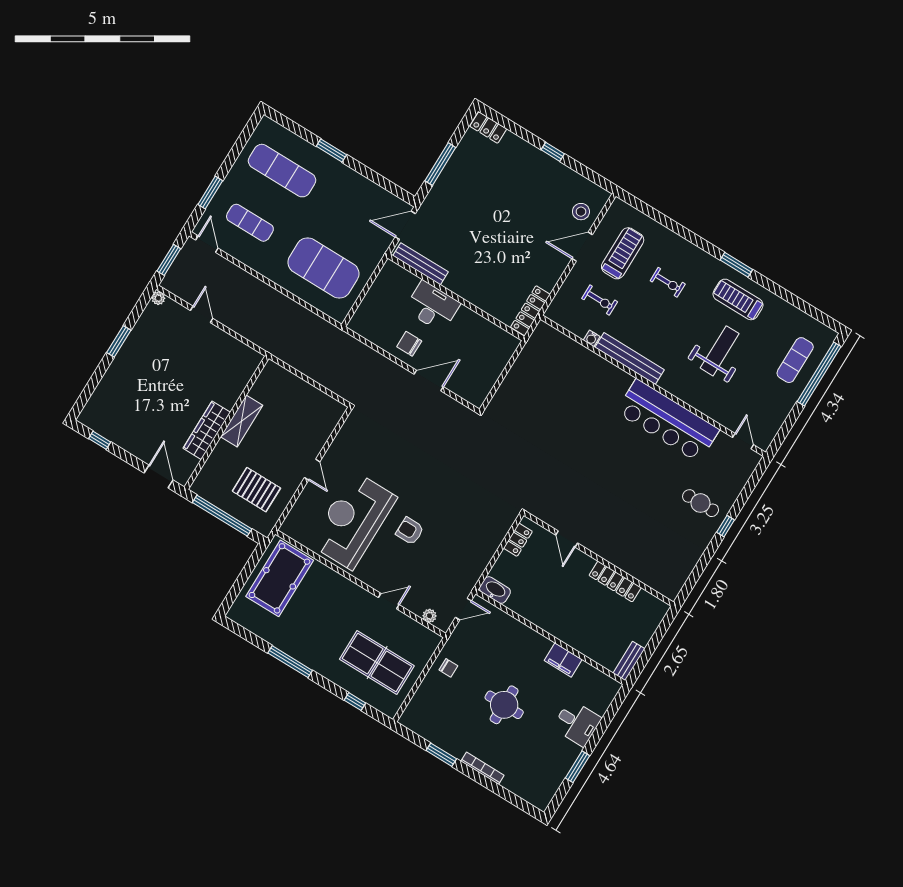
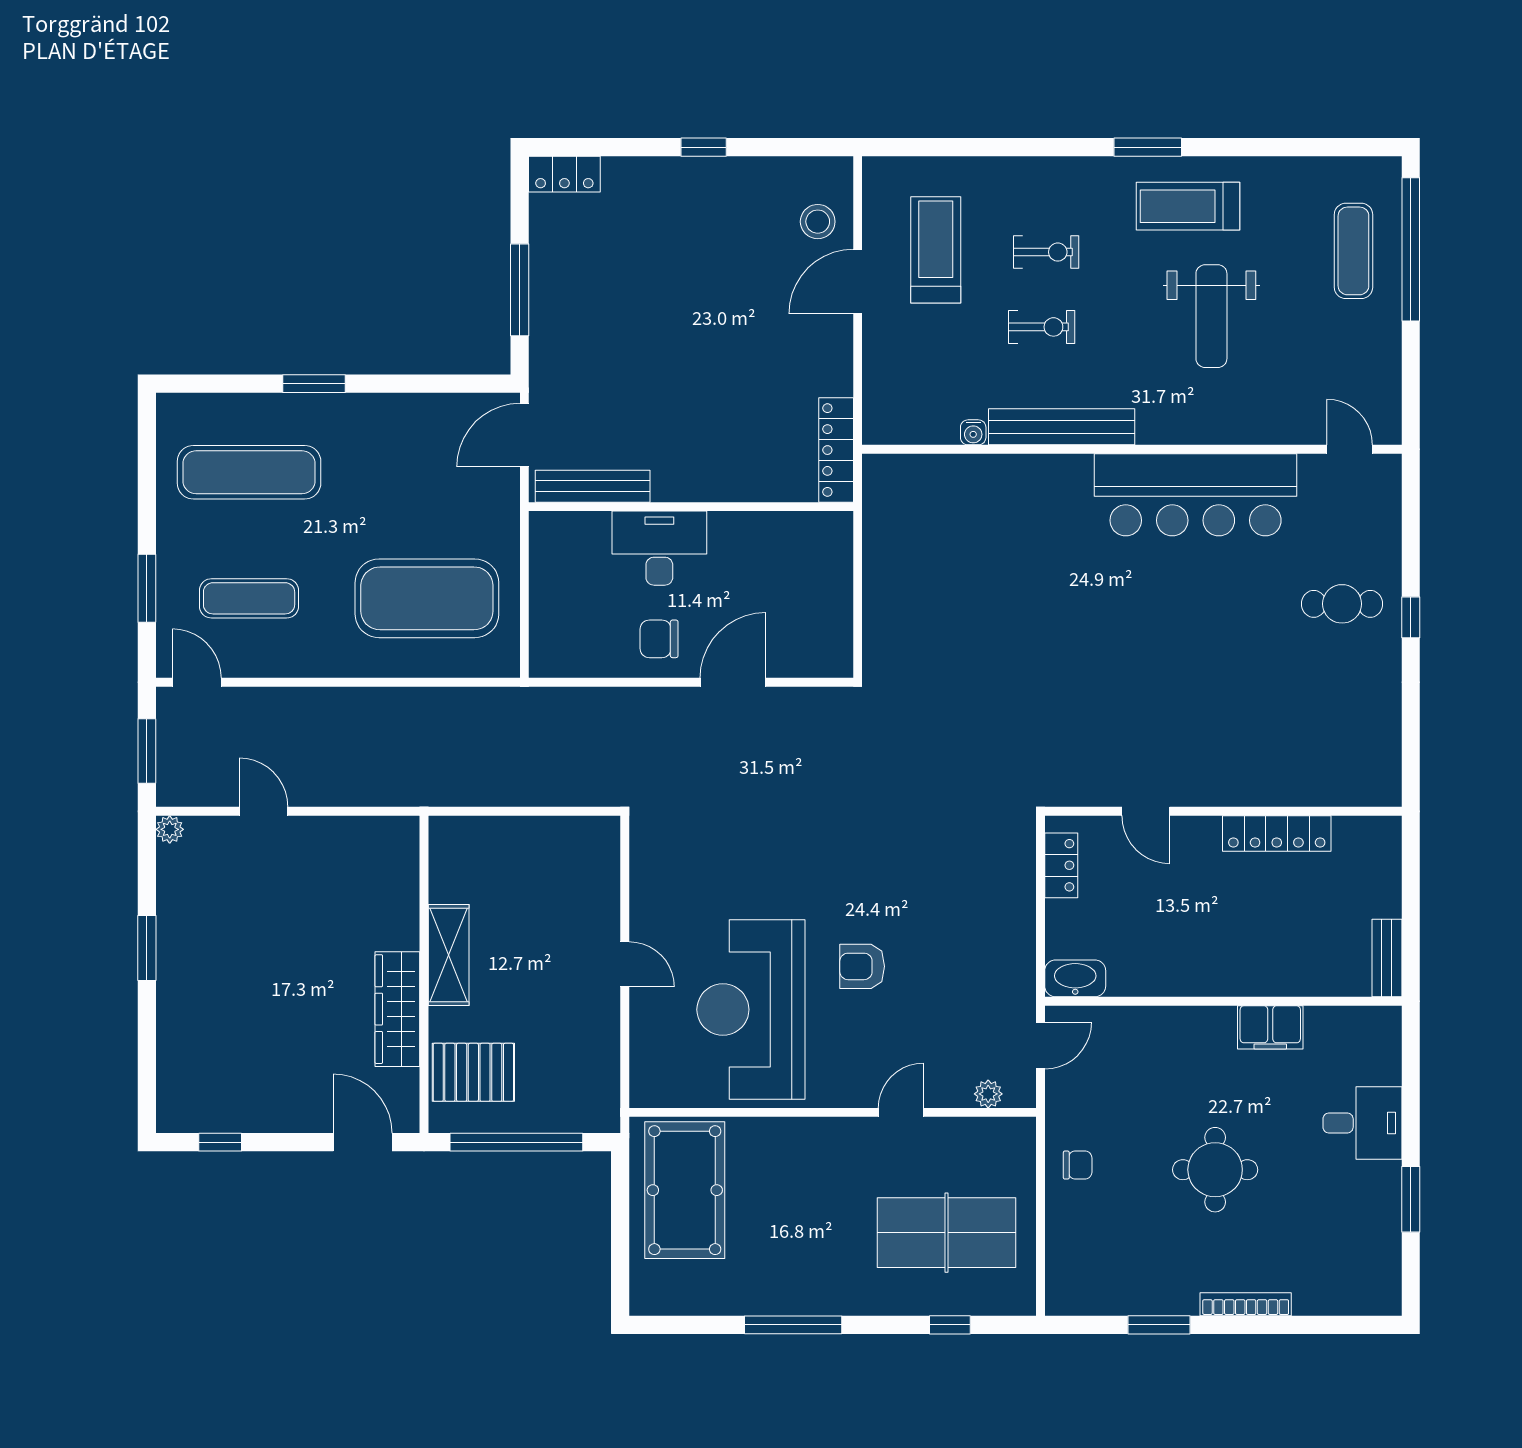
exercise bike: (600, 300) -> (1042, 327), moved
weight bench: (720, 351) -> (1211, 316), turned 180
pallet: (256, 490) -> (473, 1072), moved

